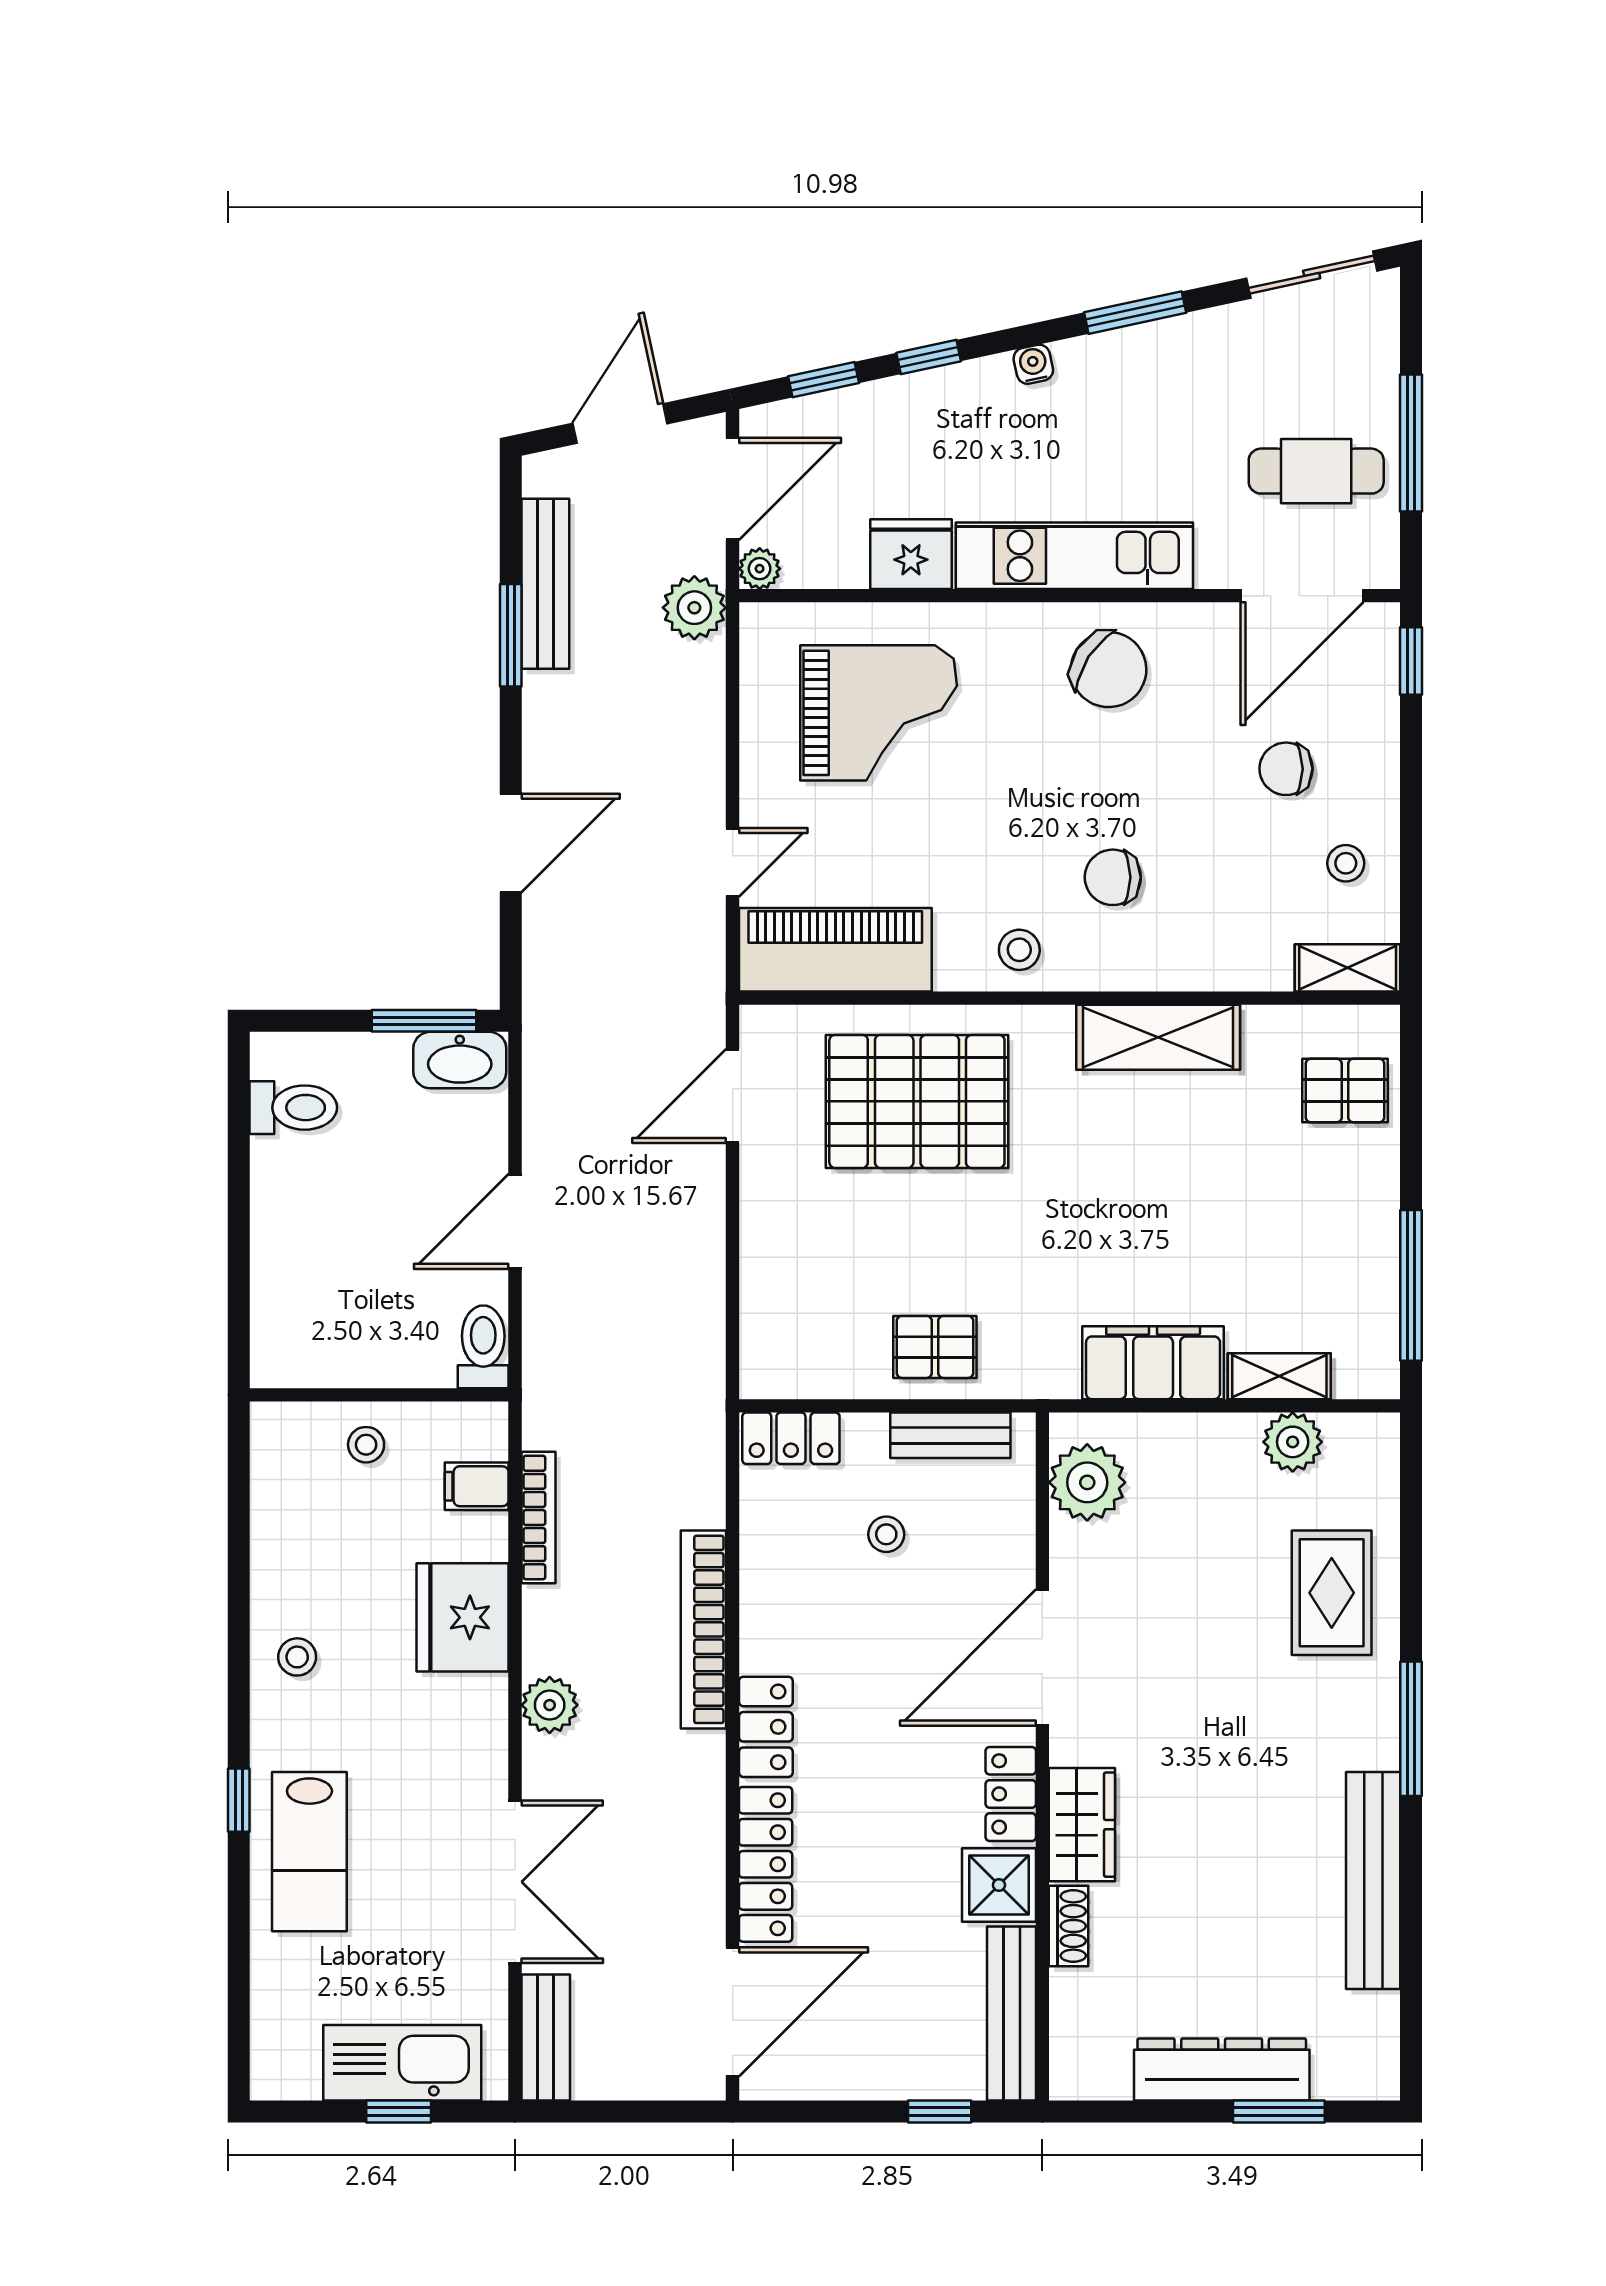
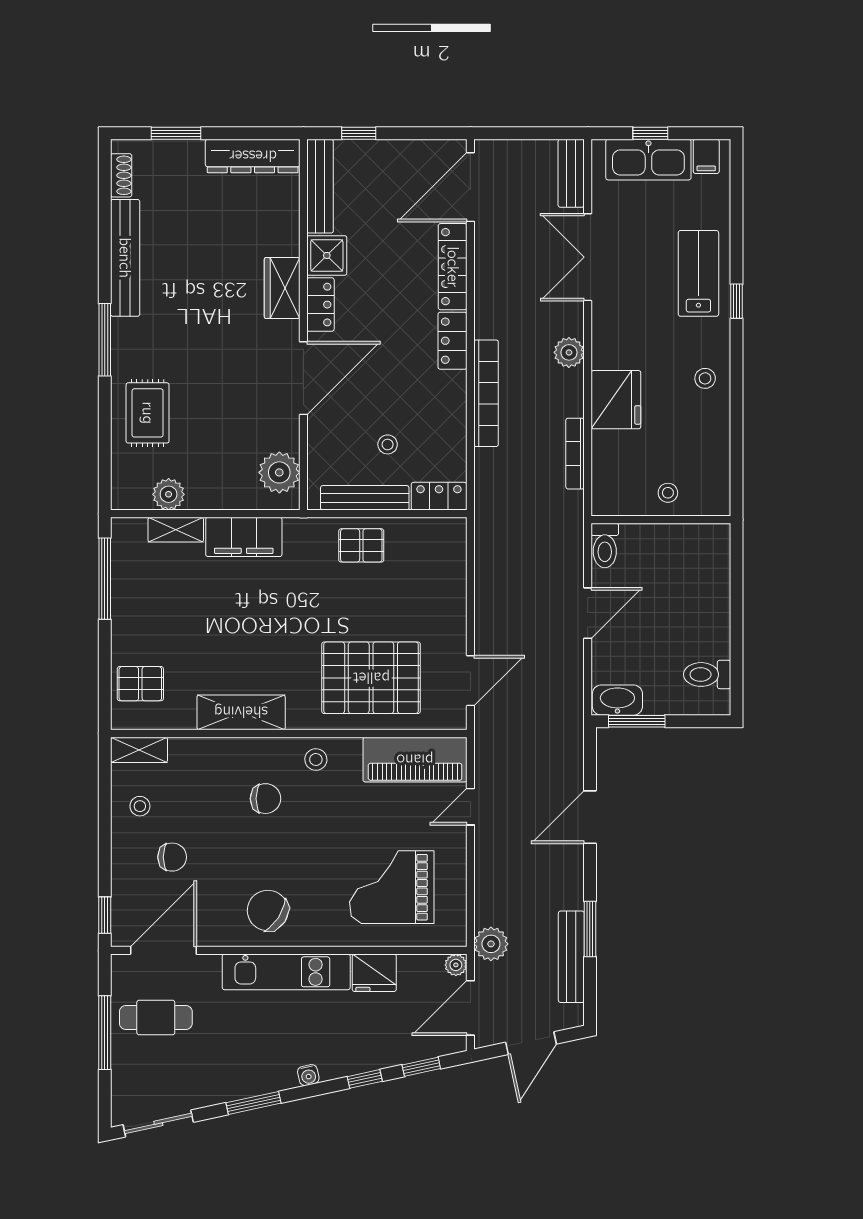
bench: (950, 1435) -> (365, 498), width x1.36
filing cabinet: (477, 1486) -> (706, 156), moved, turned 90
shoe rack: (1069, 1926) -> (121, 175), moved, turned 180
dresser: (1222, 2069) -> (253, 156), moved

